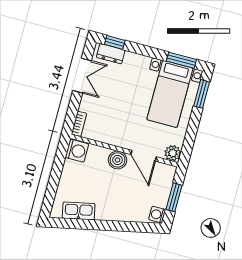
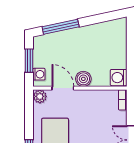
kitchen sink: (79, 211) -> (104, 29), removed
washing machine: (157, 215) -> (39, 74), moved
window: (128, 226) -> (61, 27), added

